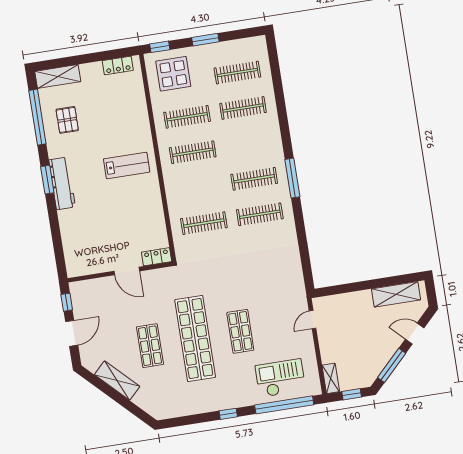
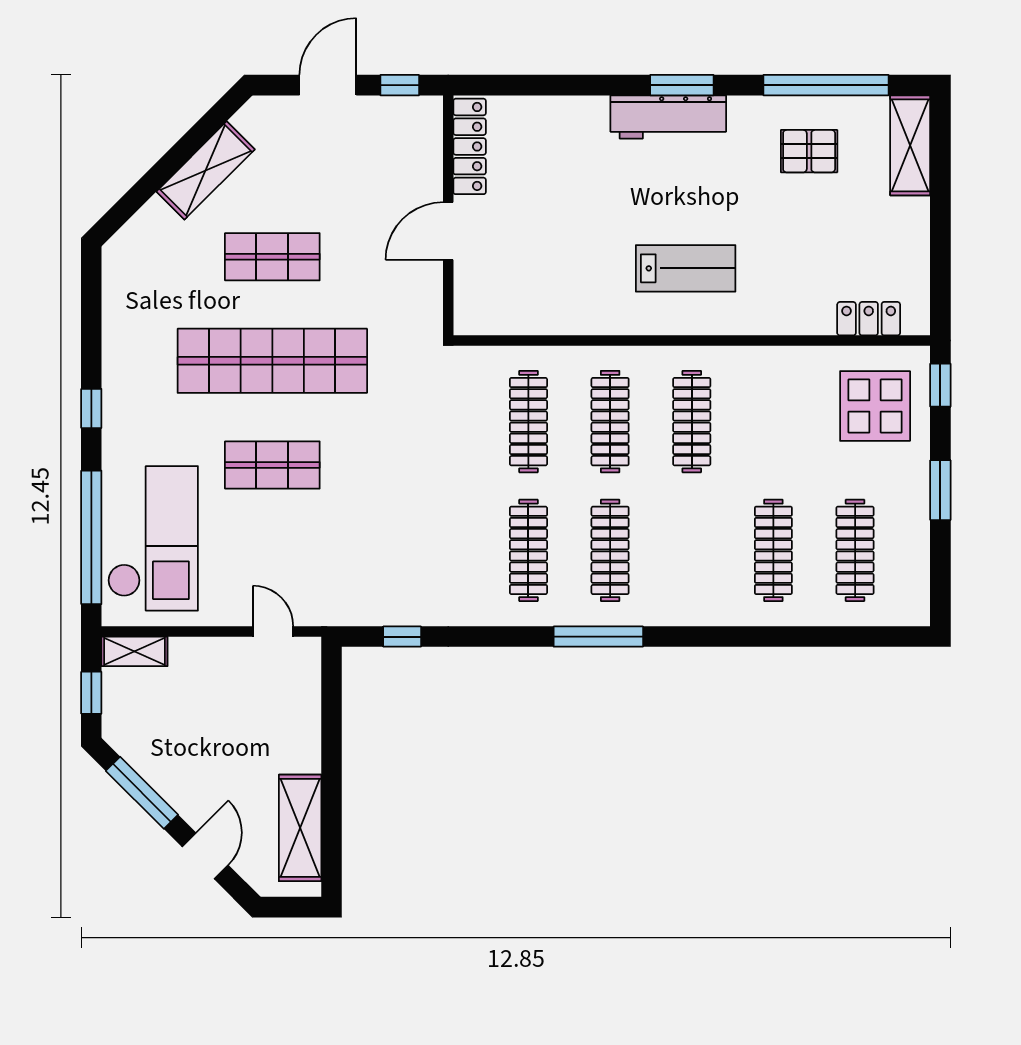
locker: (118, 65) -> (869, 319), moved, turned 90
clothes rail: (187, 117) -> (610, 422), moved
lab bench: (127, 165) -> (686, 268), turned -90
locker: (157, 257) -> (470, 146), moved, width x1.53
window: (306, 263) -> (402, 637), added
door: (72, 333) -> (328, 85), swing flipped
checkout: (280, 378) -> (153, 538), width x1.36, depth x1.21

